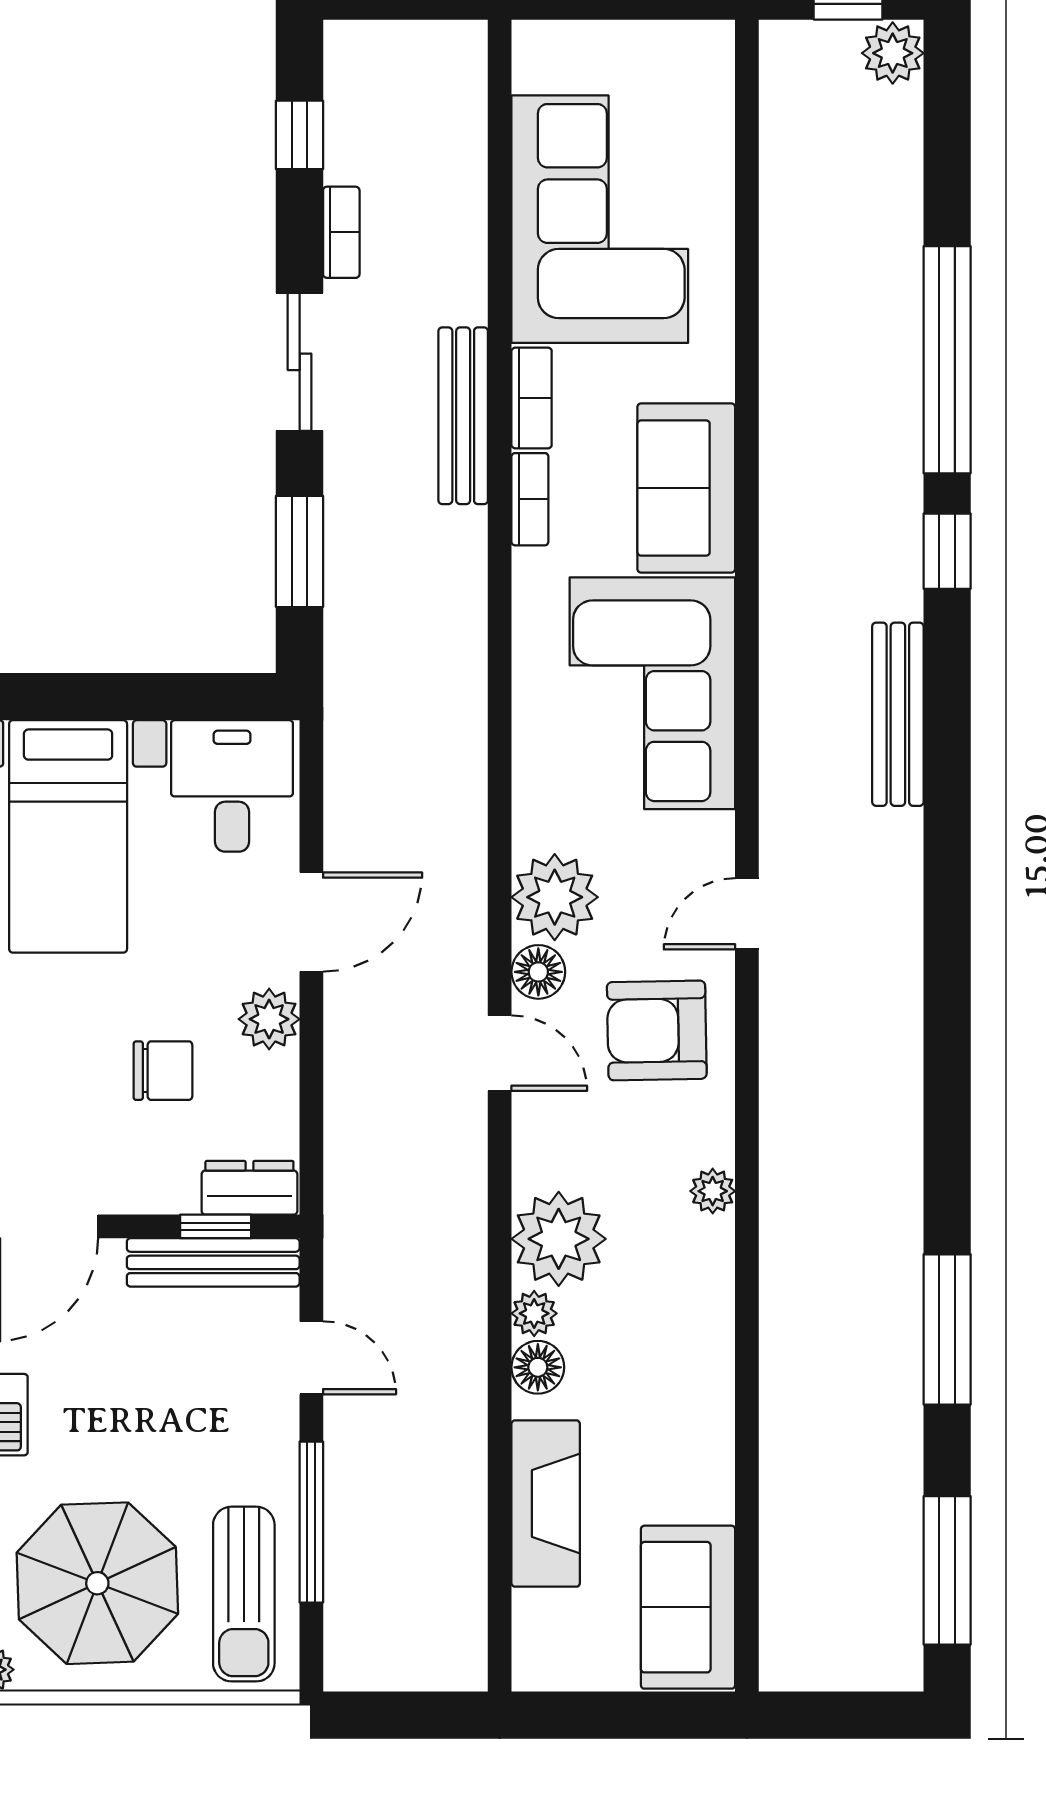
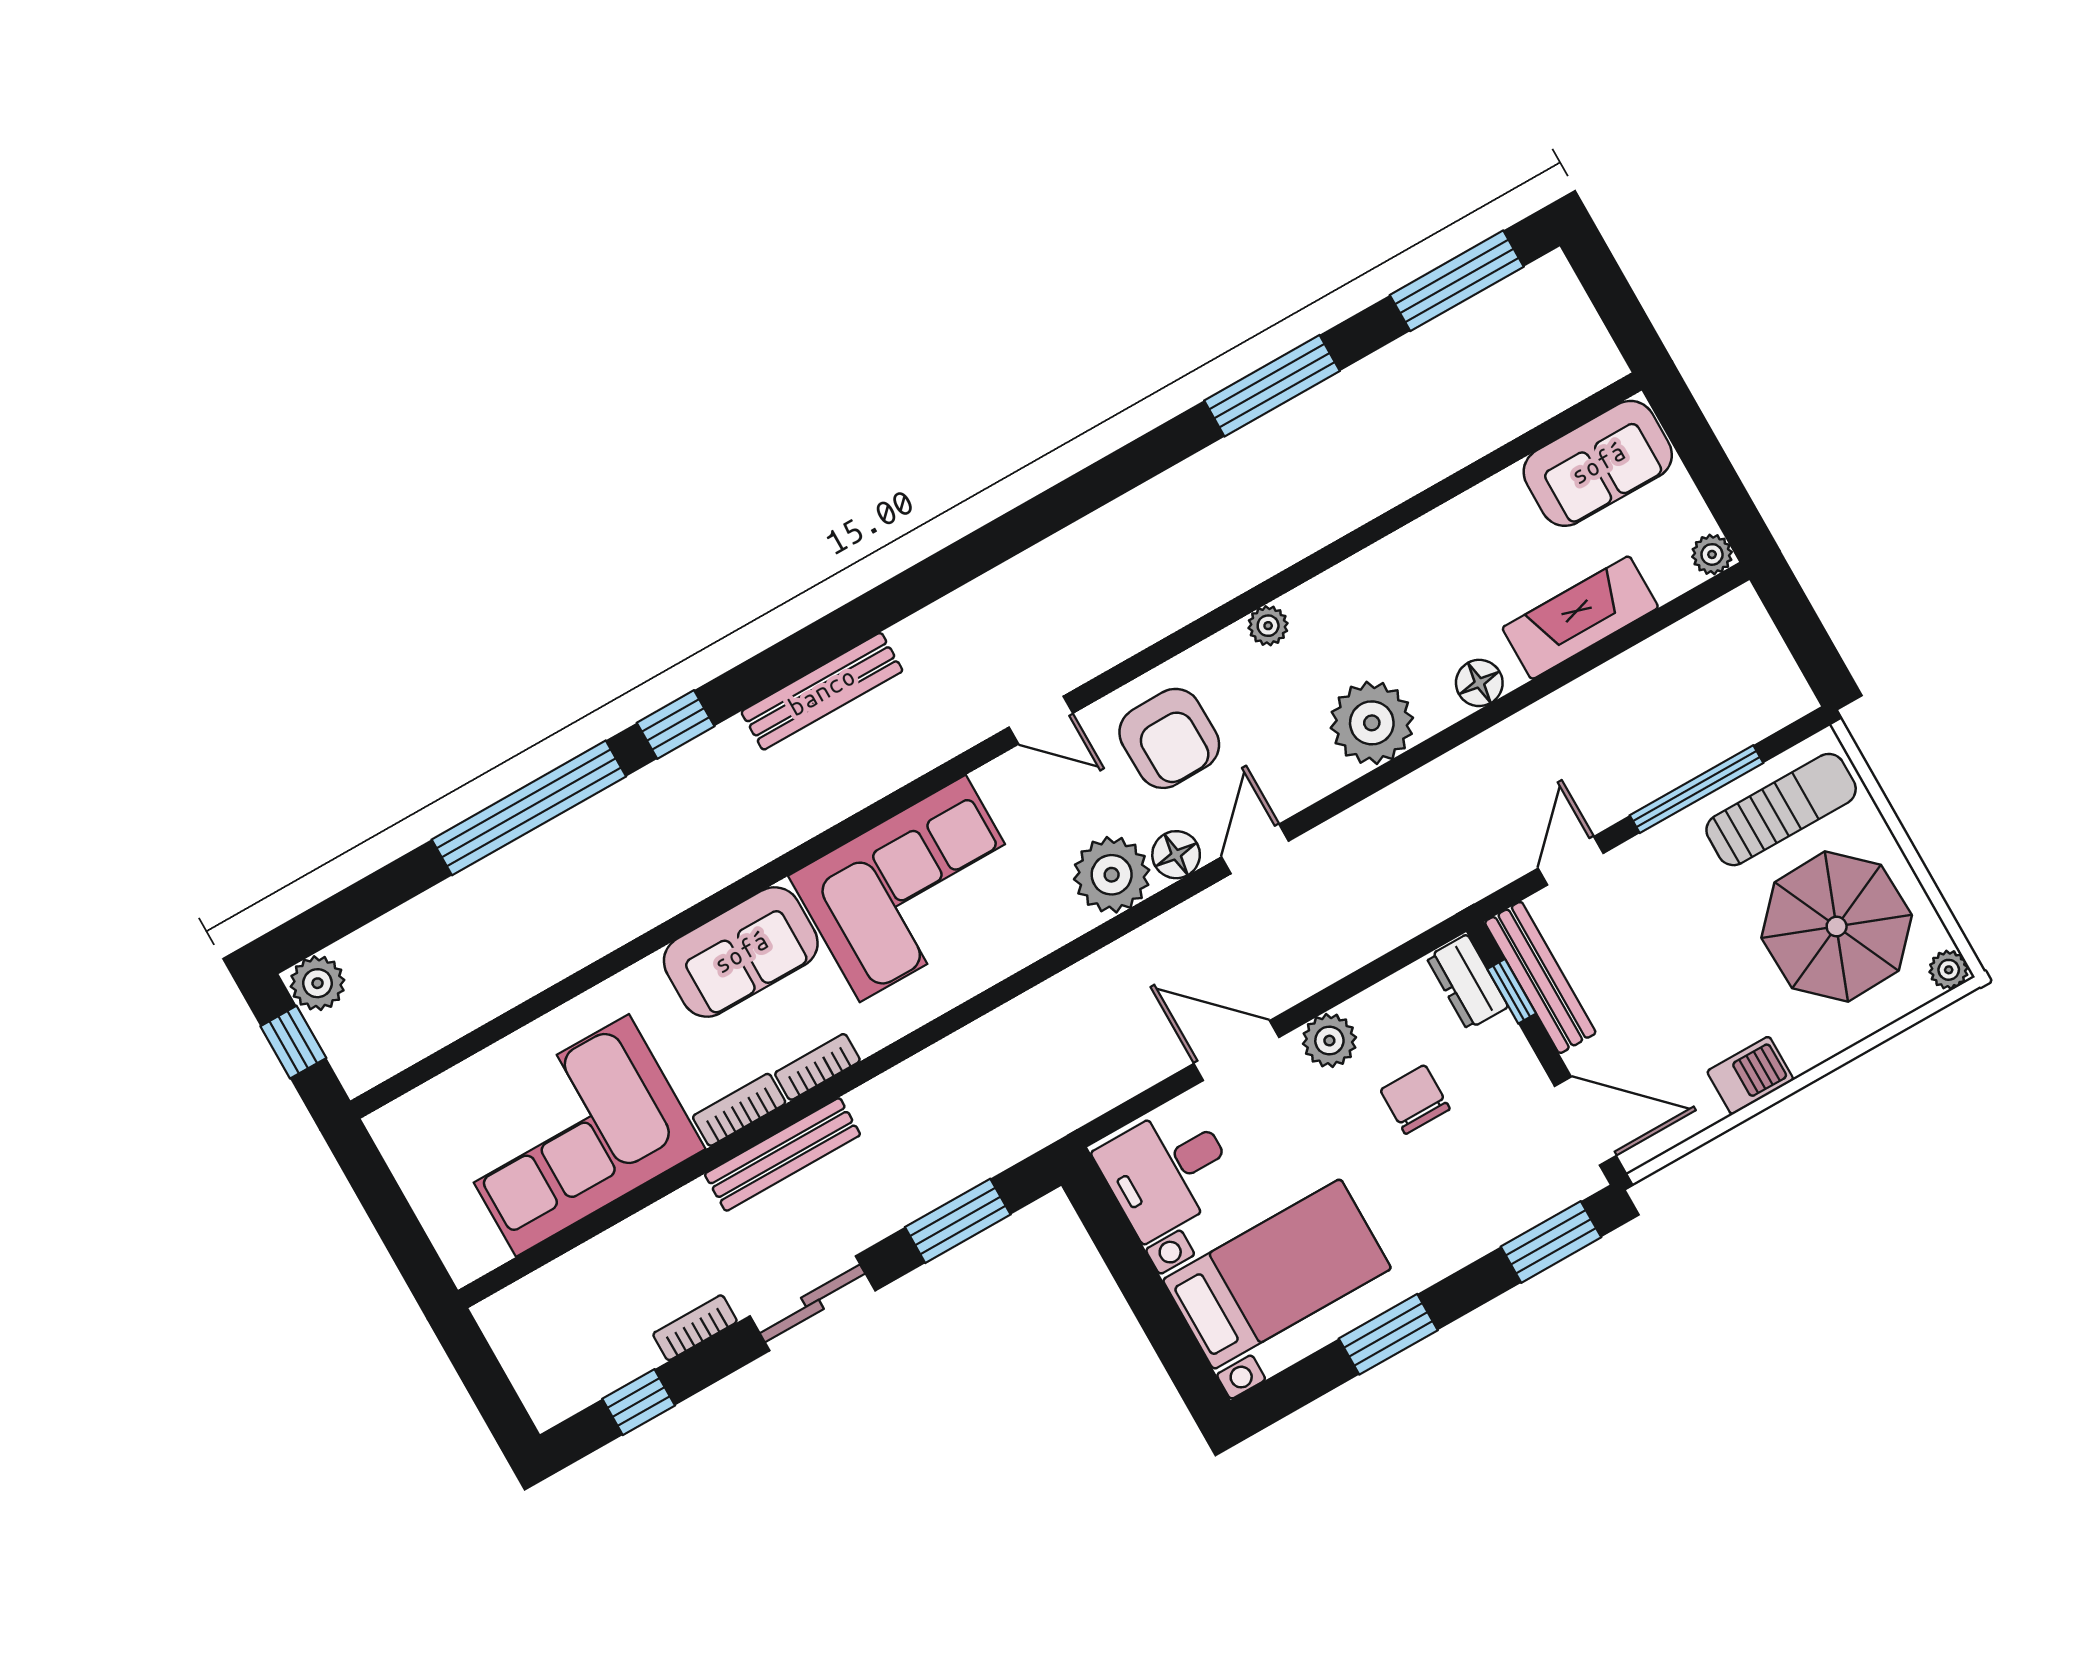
plant: (534, 1313) -> (1712, 554), moved

